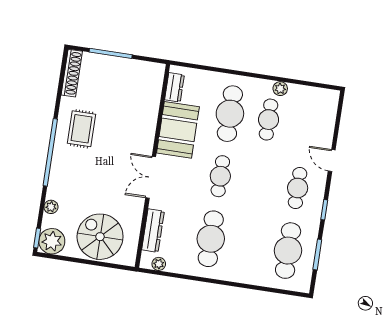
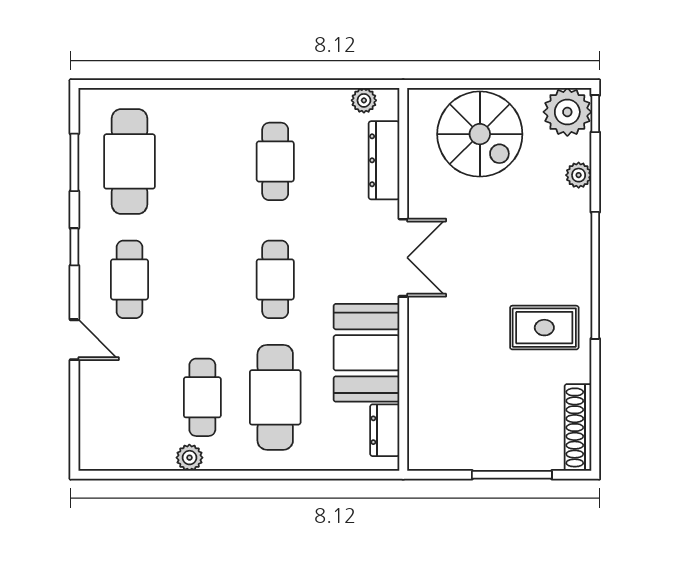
rug: (82, 129) -> (544, 328), turned 90
cafe table: (211, 239) -> (275, 161), width x0.73, depth x0.74

